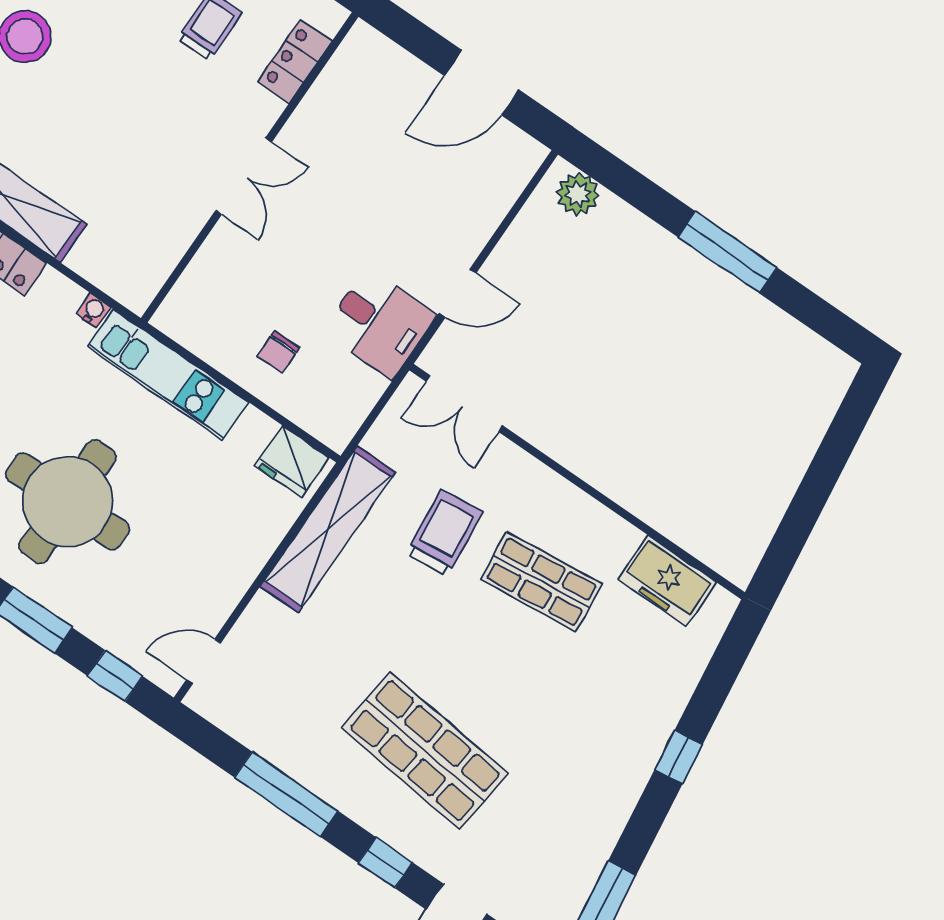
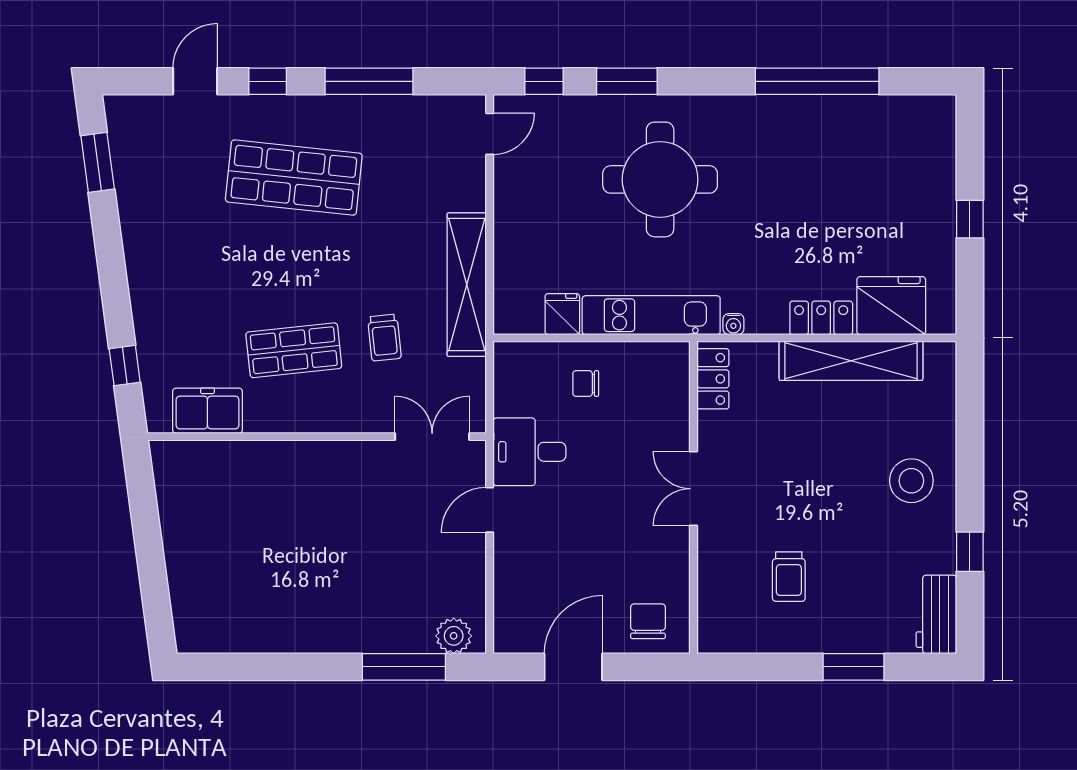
locker: (295, 62) -> (713, 379), moved
chair: (378, 77) -> (648, 621), added
window: (727, 252) -> (404, 667), moved
chair: (278, 352) -> (586, 384), turned -90
fridge: (292, 462) -> (562, 314), moved, width x0.72
trolley: (444, 533) -> (384, 337), width x0.73, depth x0.72
window: (679, 757) -> (125, 366), moved

